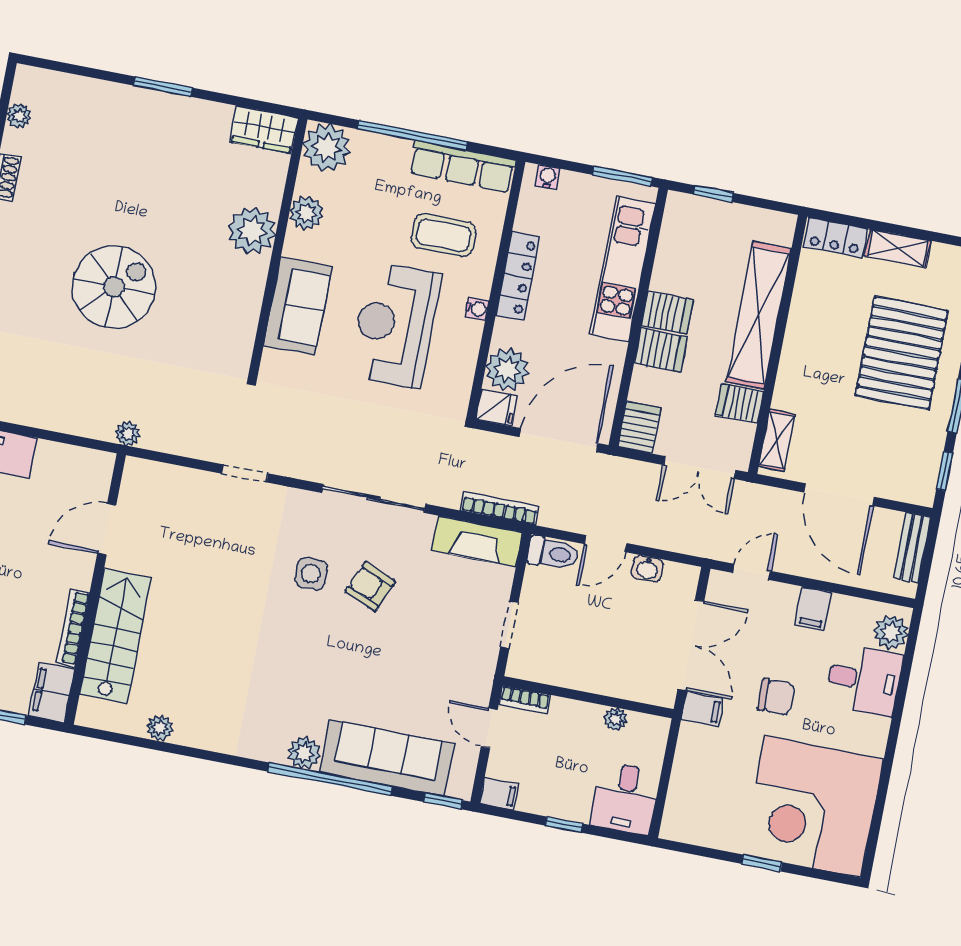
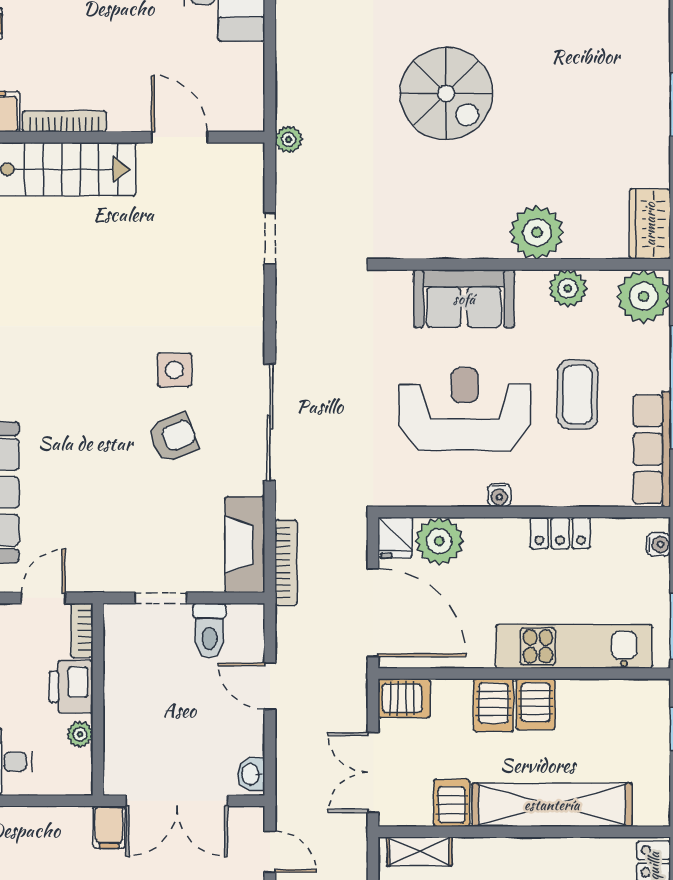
coffee table: (444, 235) -> (577, 395), moved
locker: (518, 276) -> (560, 533), width x0.66
doorway: (245, 473) -> (270, 239), moved
toilet: (553, 553) -> (209, 631), moved
washbasin: (647, 569) -> (251, 774), moved
armchair: (370, 586) -> (173, 438), turned 45
printer: (572, 719) -> (71, 687), added

